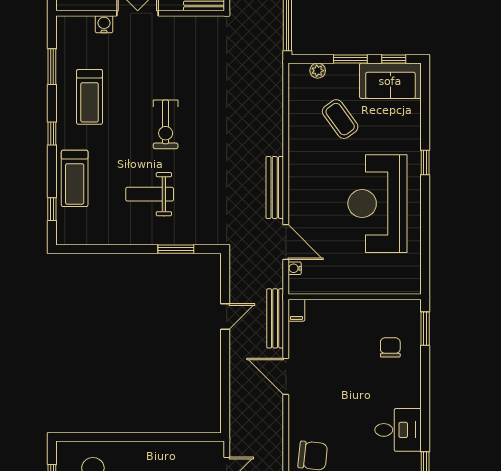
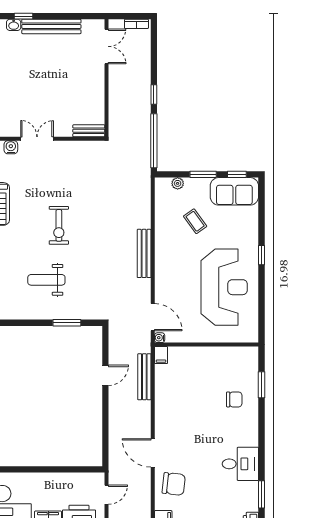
coffee table: (340, 119) -> (195, 221), width x0.73, depth x0.77
bench: (275, 187) -> (144, 253), moved
reception desk: (377, 204) -> (224, 287), turned 180
wall: (355, 297) -> (206, 345), moved
filing cabinet: (296, 310) -> (161, 355), moved
chair: (390, 347) -> (234, 399), turned 90
door: (286, 376) -> (153, 453), moved

